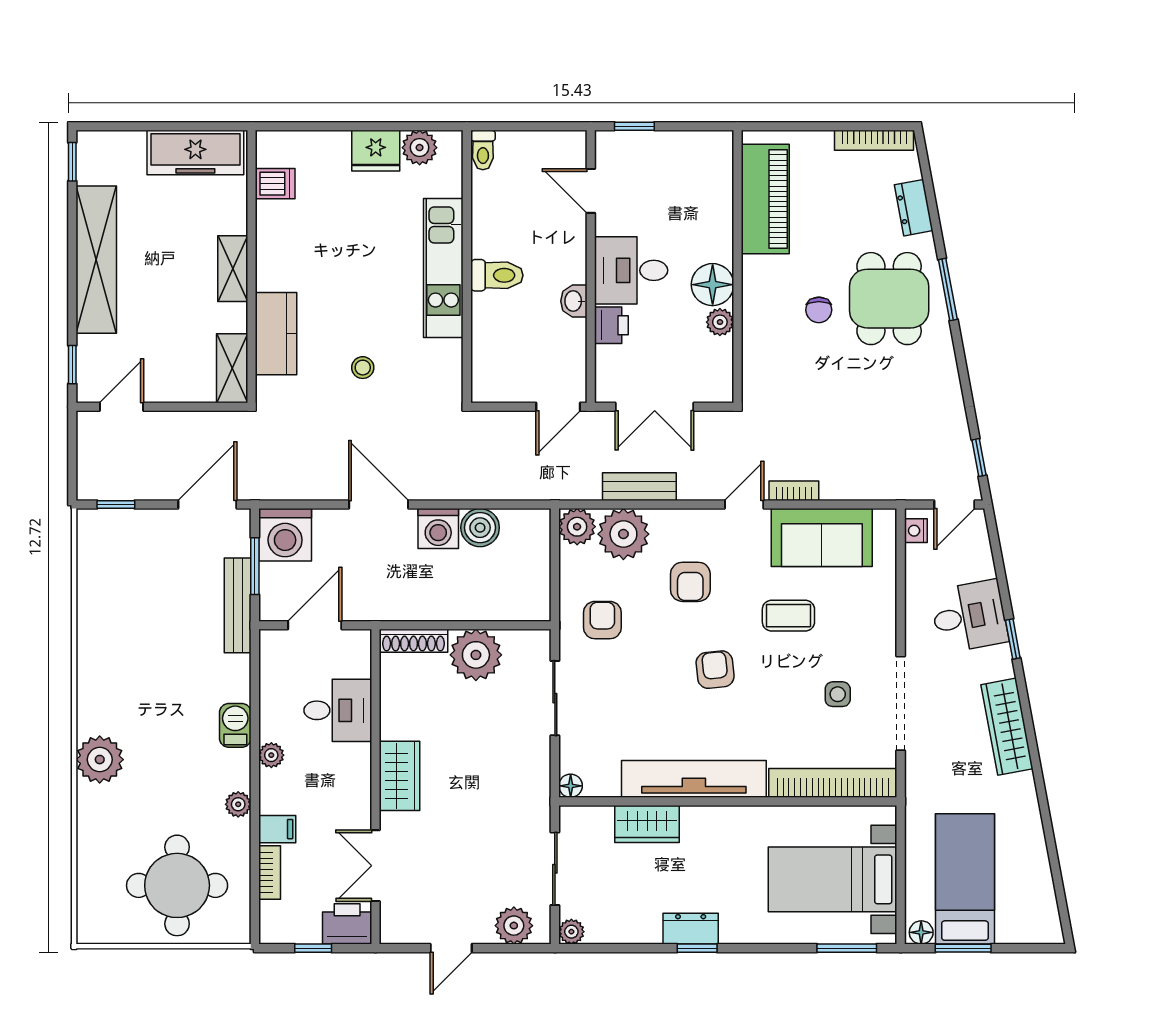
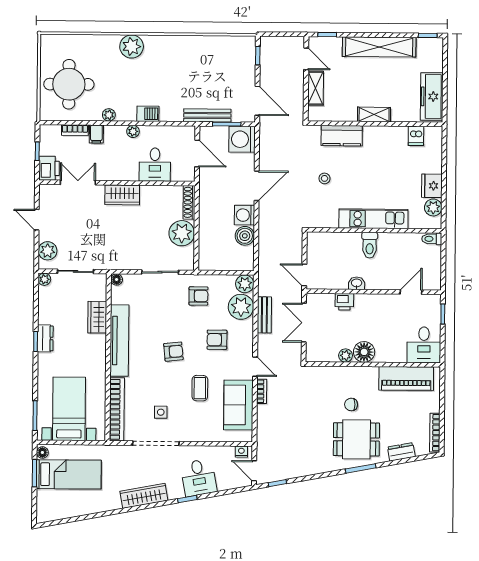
desk: (631, 270) -> (424, 345), moved, turned 180
shelving: (232, 368) -> (316, 88), moved, turned 90

